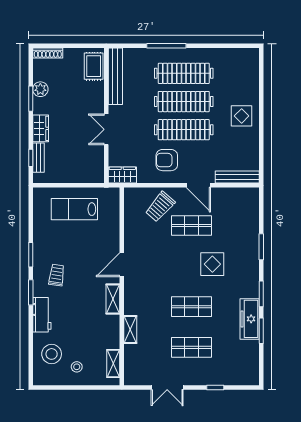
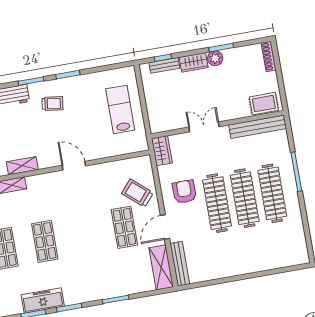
plant: (40, 89) -> (215, 58), moved
display table: (242, 116) -> (241, 257), removed
shelving: (238, 196) -> (161, 267), added
display table: (212, 264) -> (90, 254), removed
shelving: (113, 299) -> (22, 166), moved

